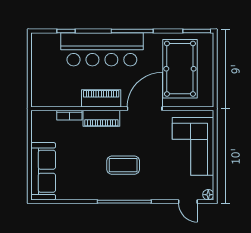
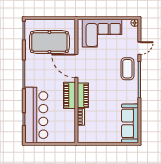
bar counter: (102, 49) -> (36, 115), moved
coffee table: (123, 165) -> (127, 69), moved
sofa: (43, 171) -> (130, 123), moved, turned -90
door: (188, 202) -> (139, 48), moved

